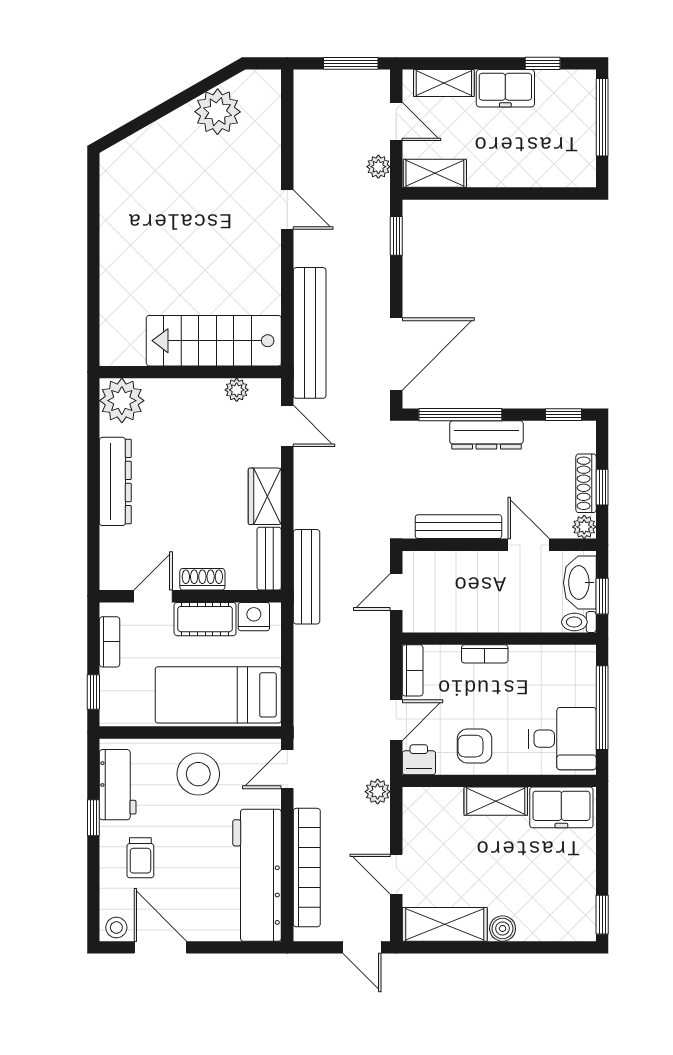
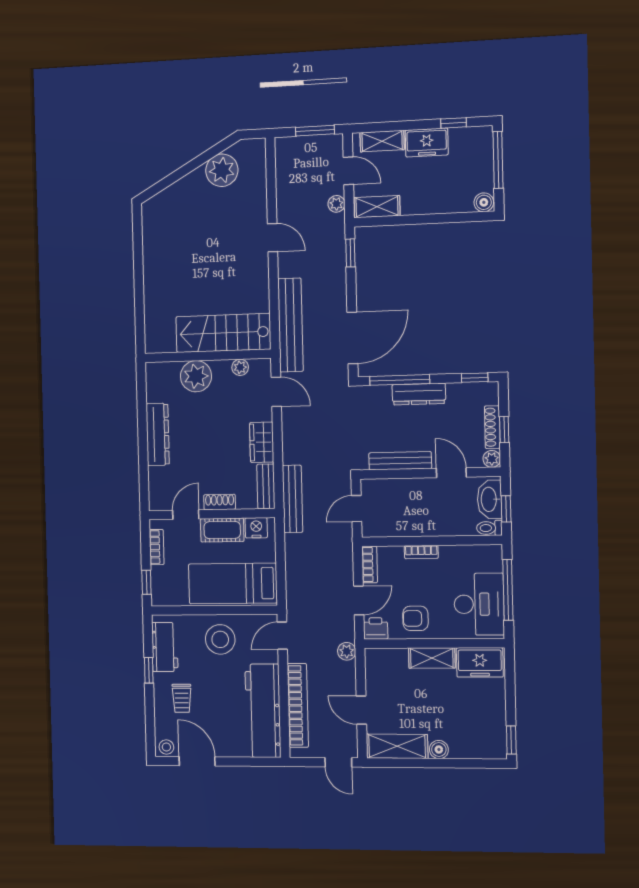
boiler: (581, 174) -> (484, 202), added
plant: (122, 401) -> (196, 376), moved
desk: (562, 739) -> (479, 604), width x1.37

